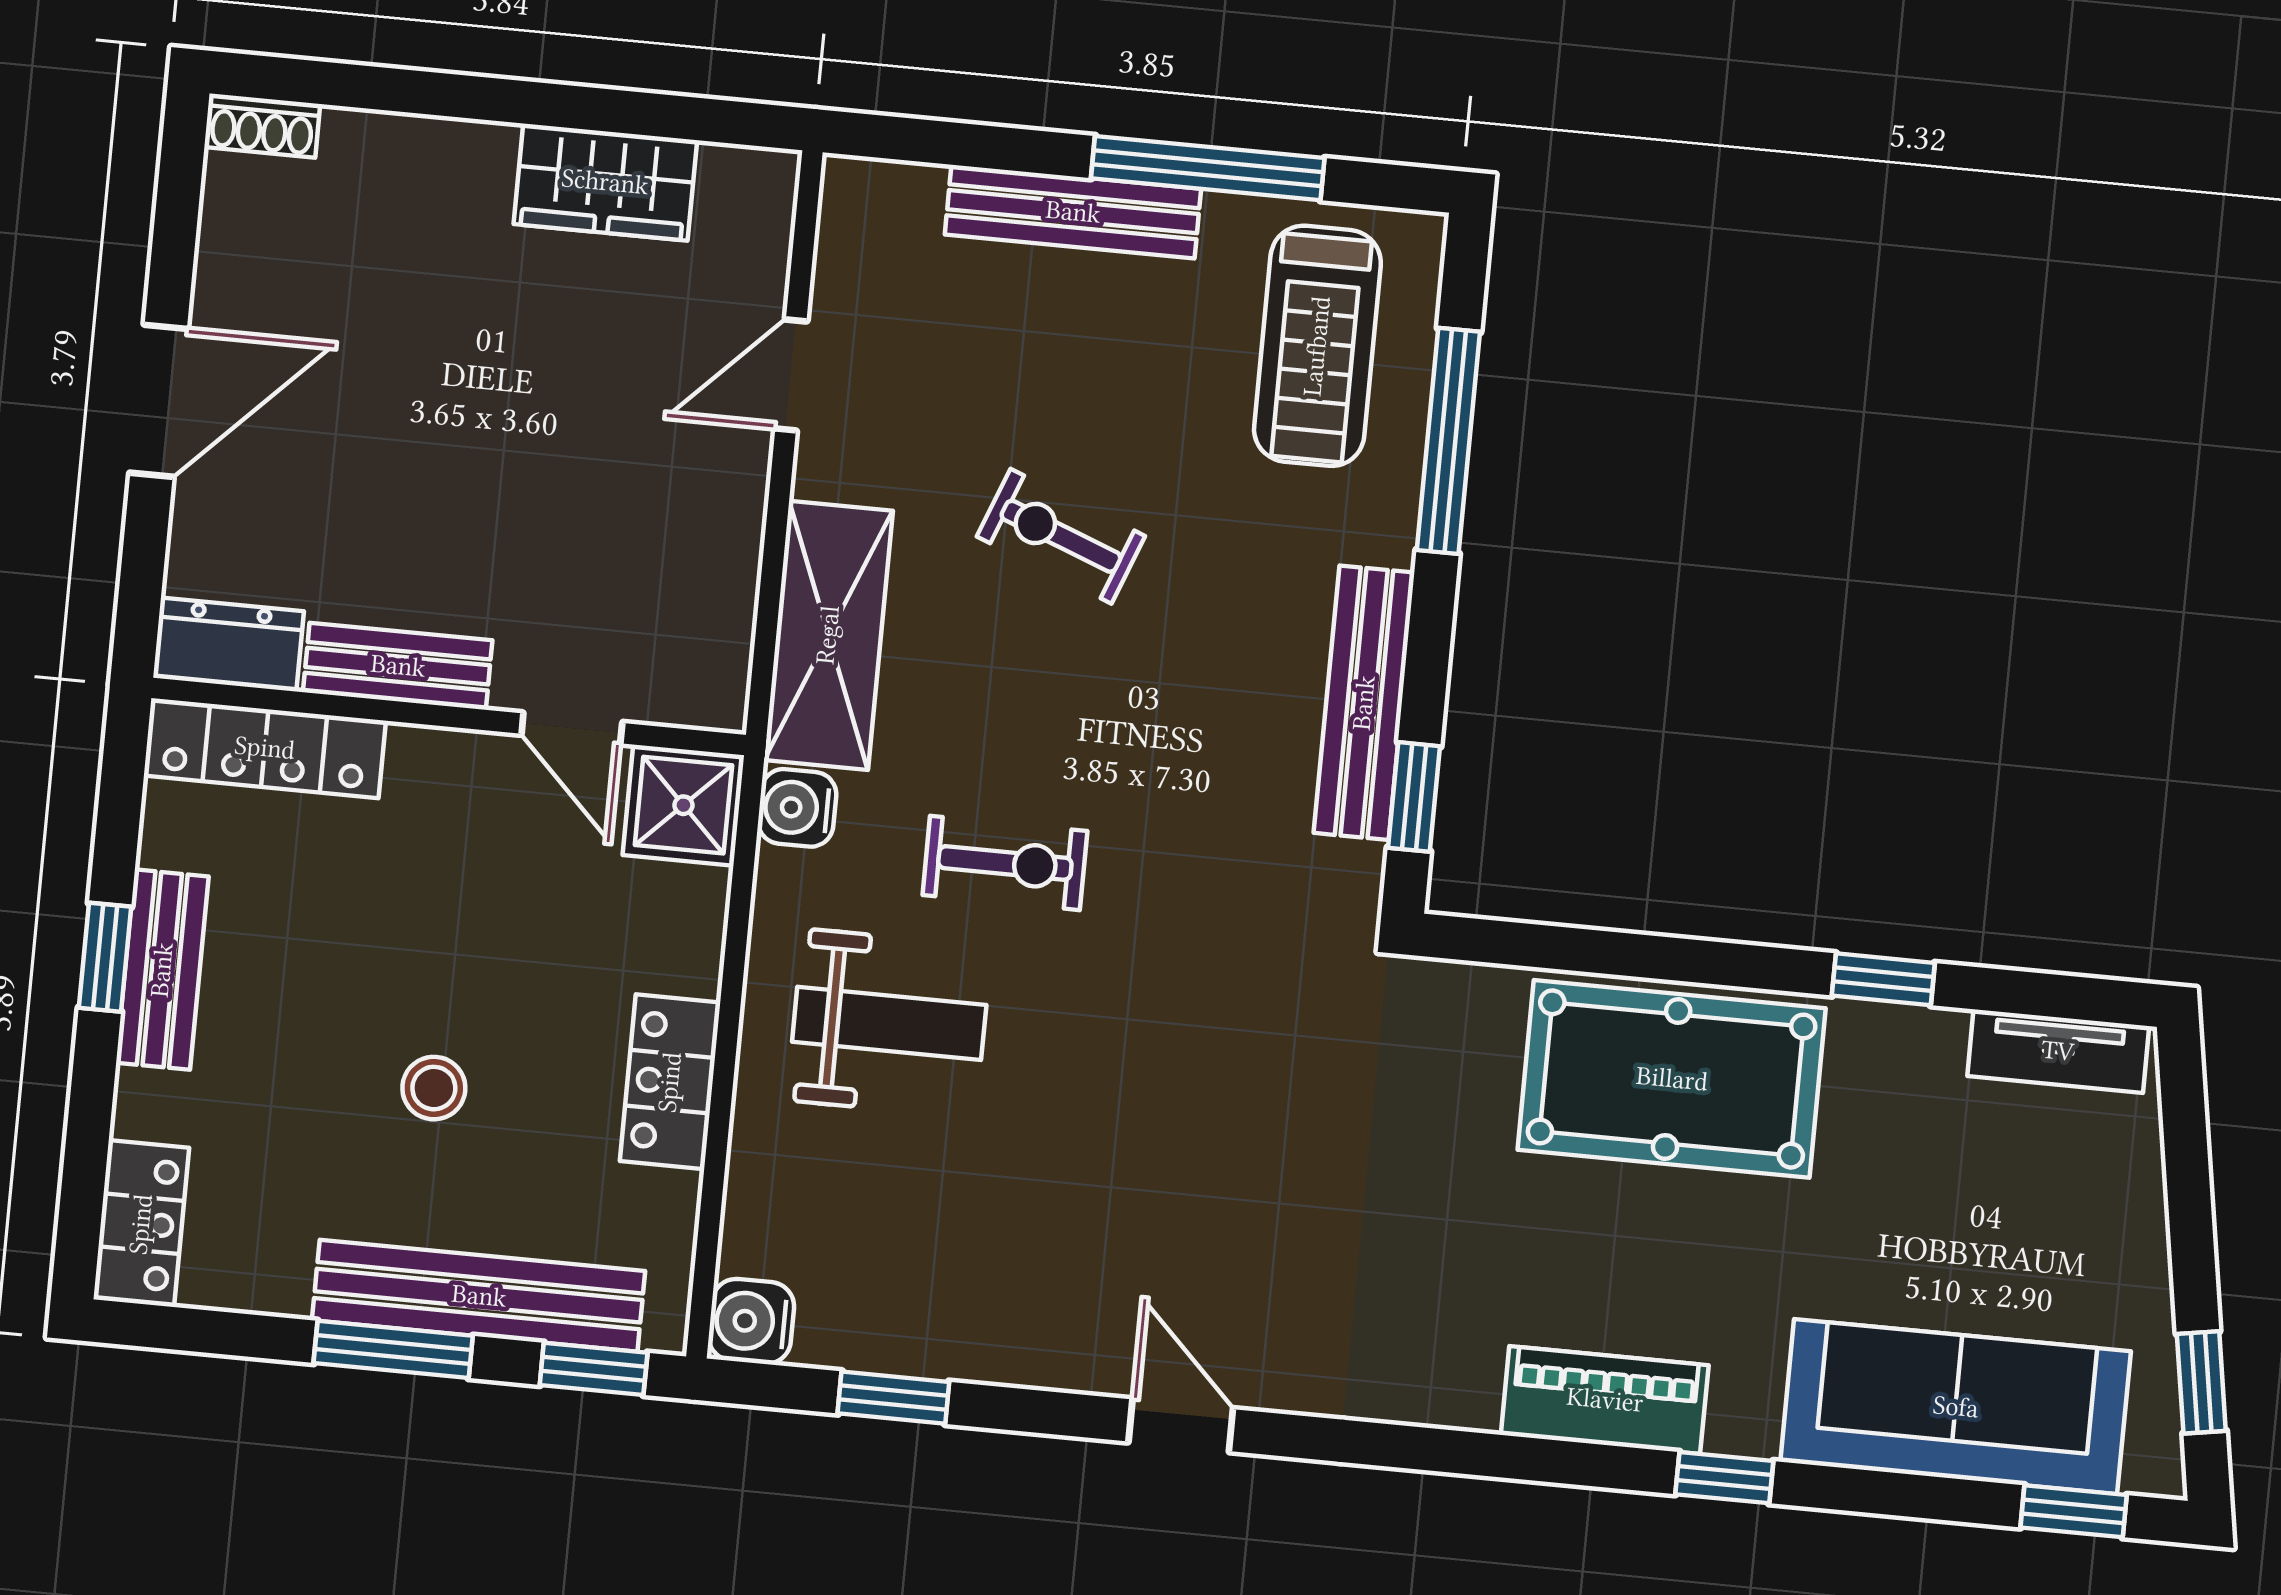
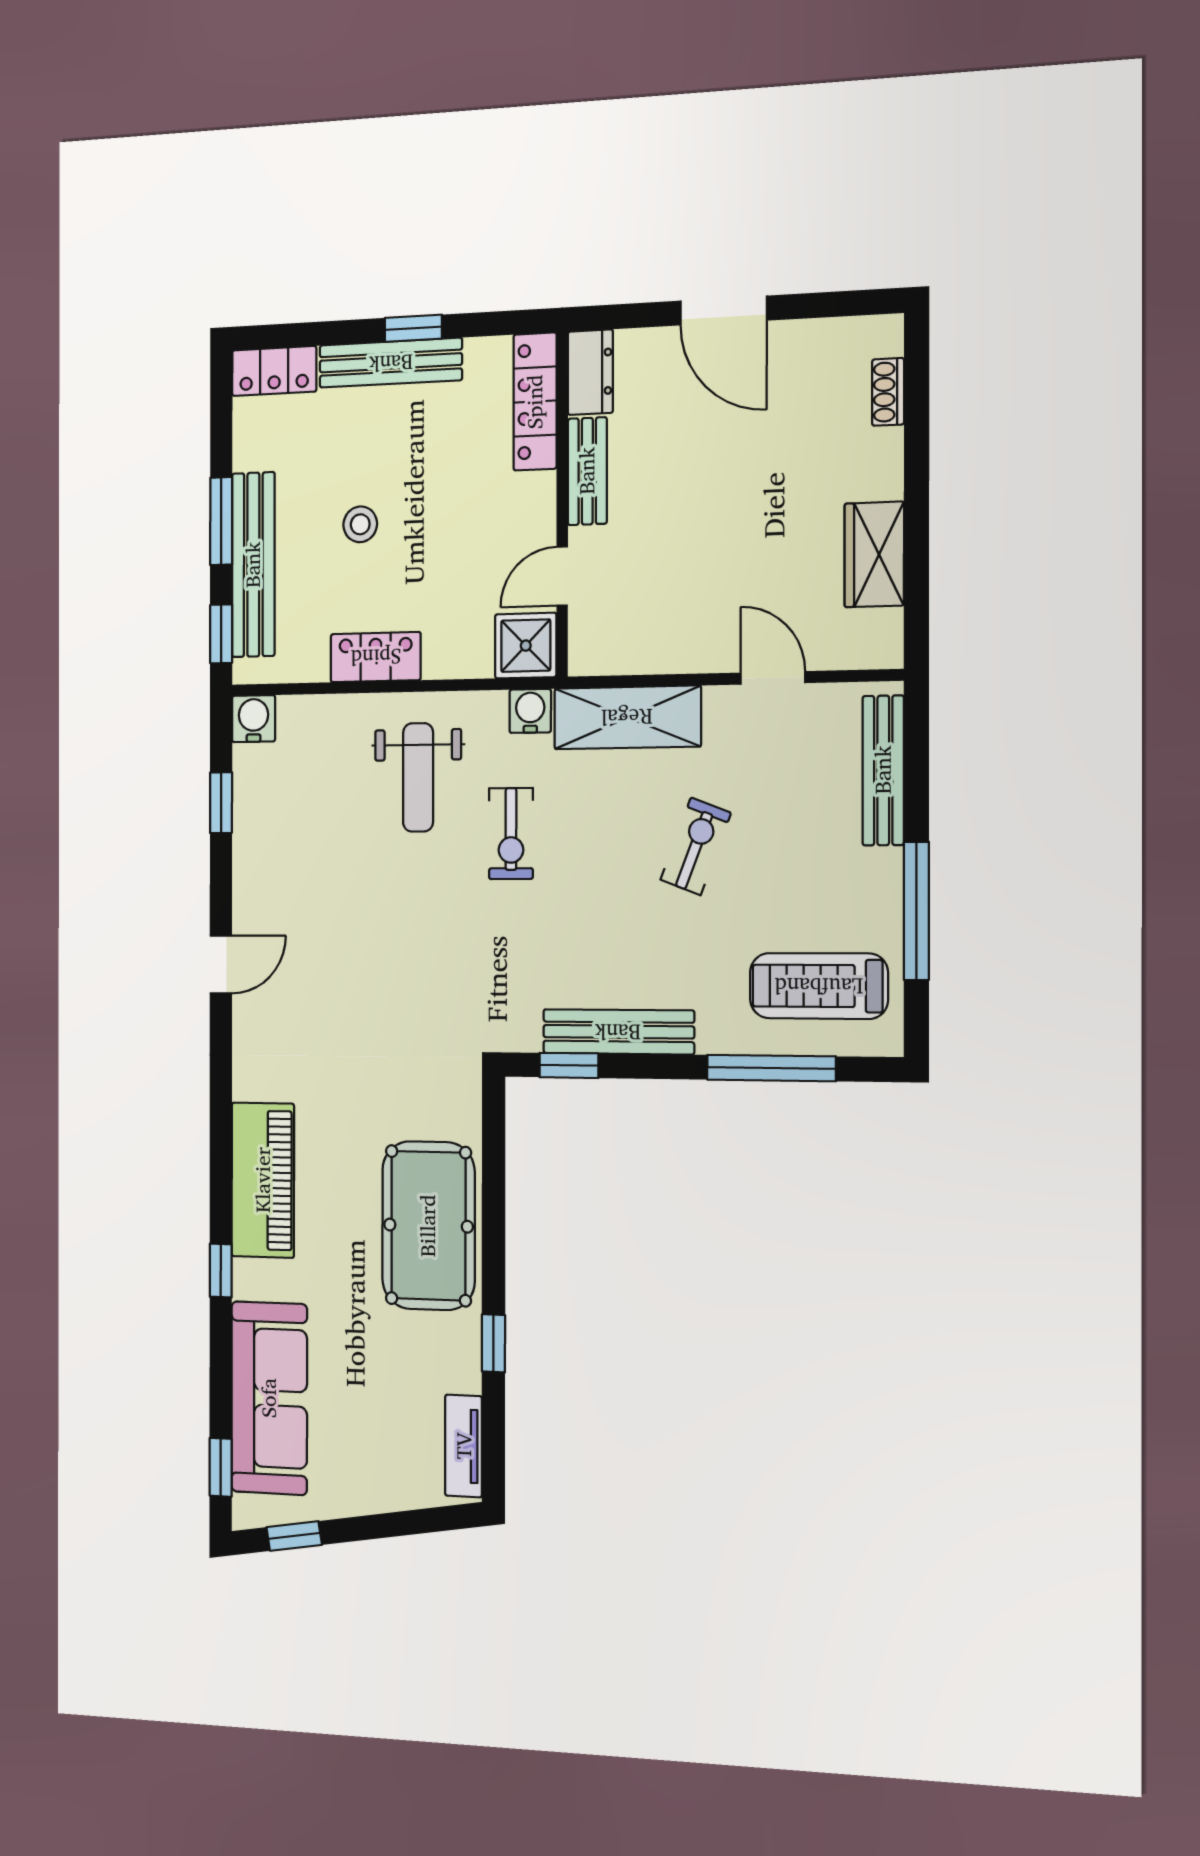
shoe rack: (262, 125) -> (888, 392), moved
bench: (1073, 212) -> (883, 770), moved
bench: (162, 970) -> (391, 363), width x1.36
piano: (1605, 1400) -> (263, 1180), width x1.37, depth x1.33

